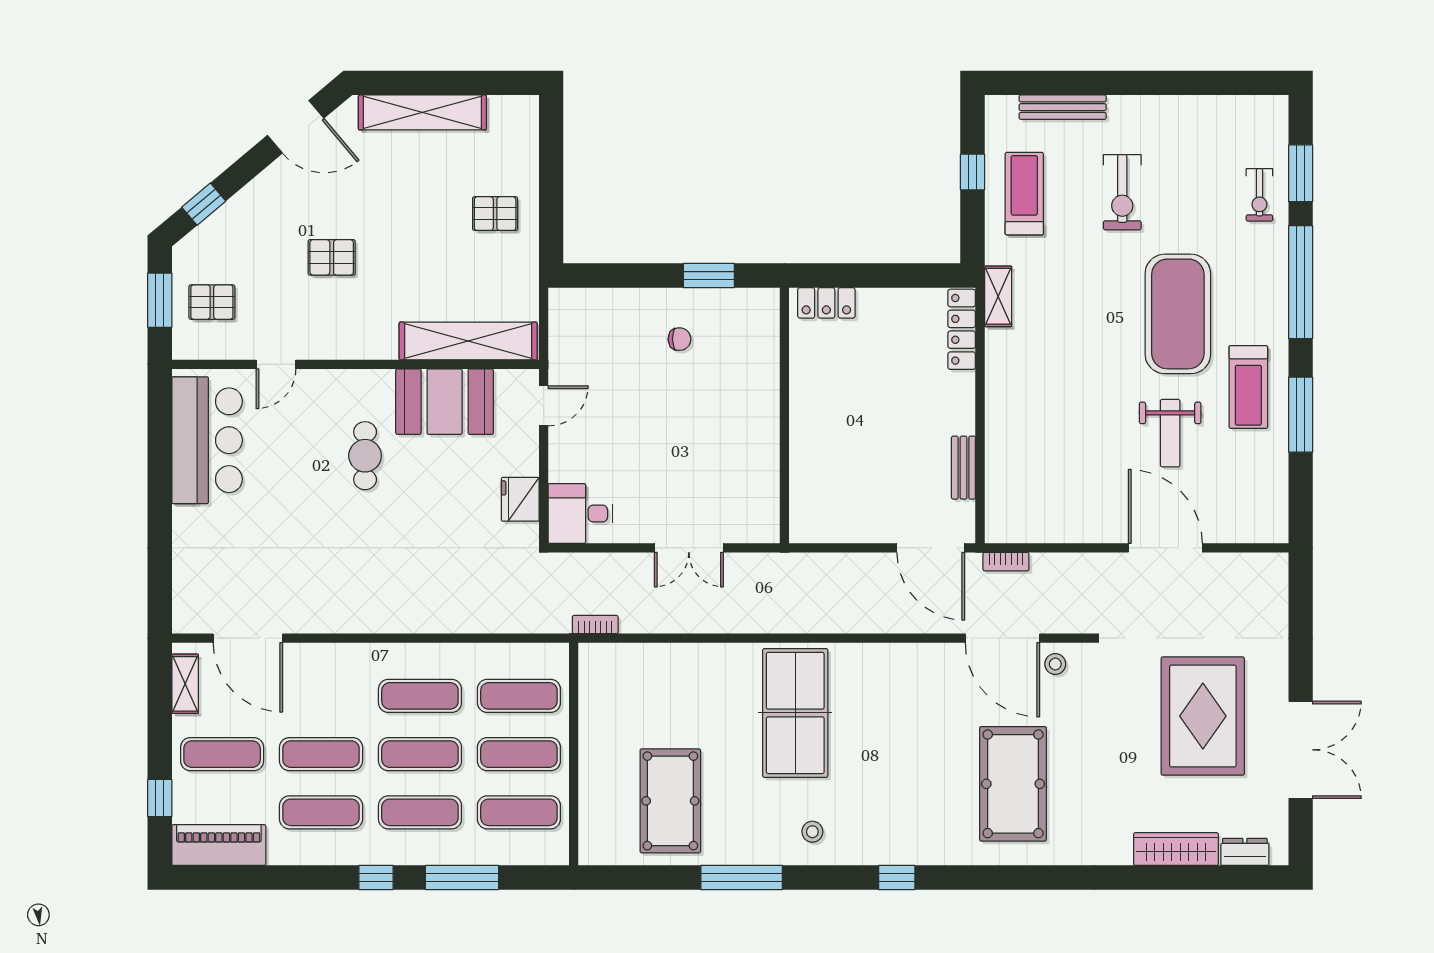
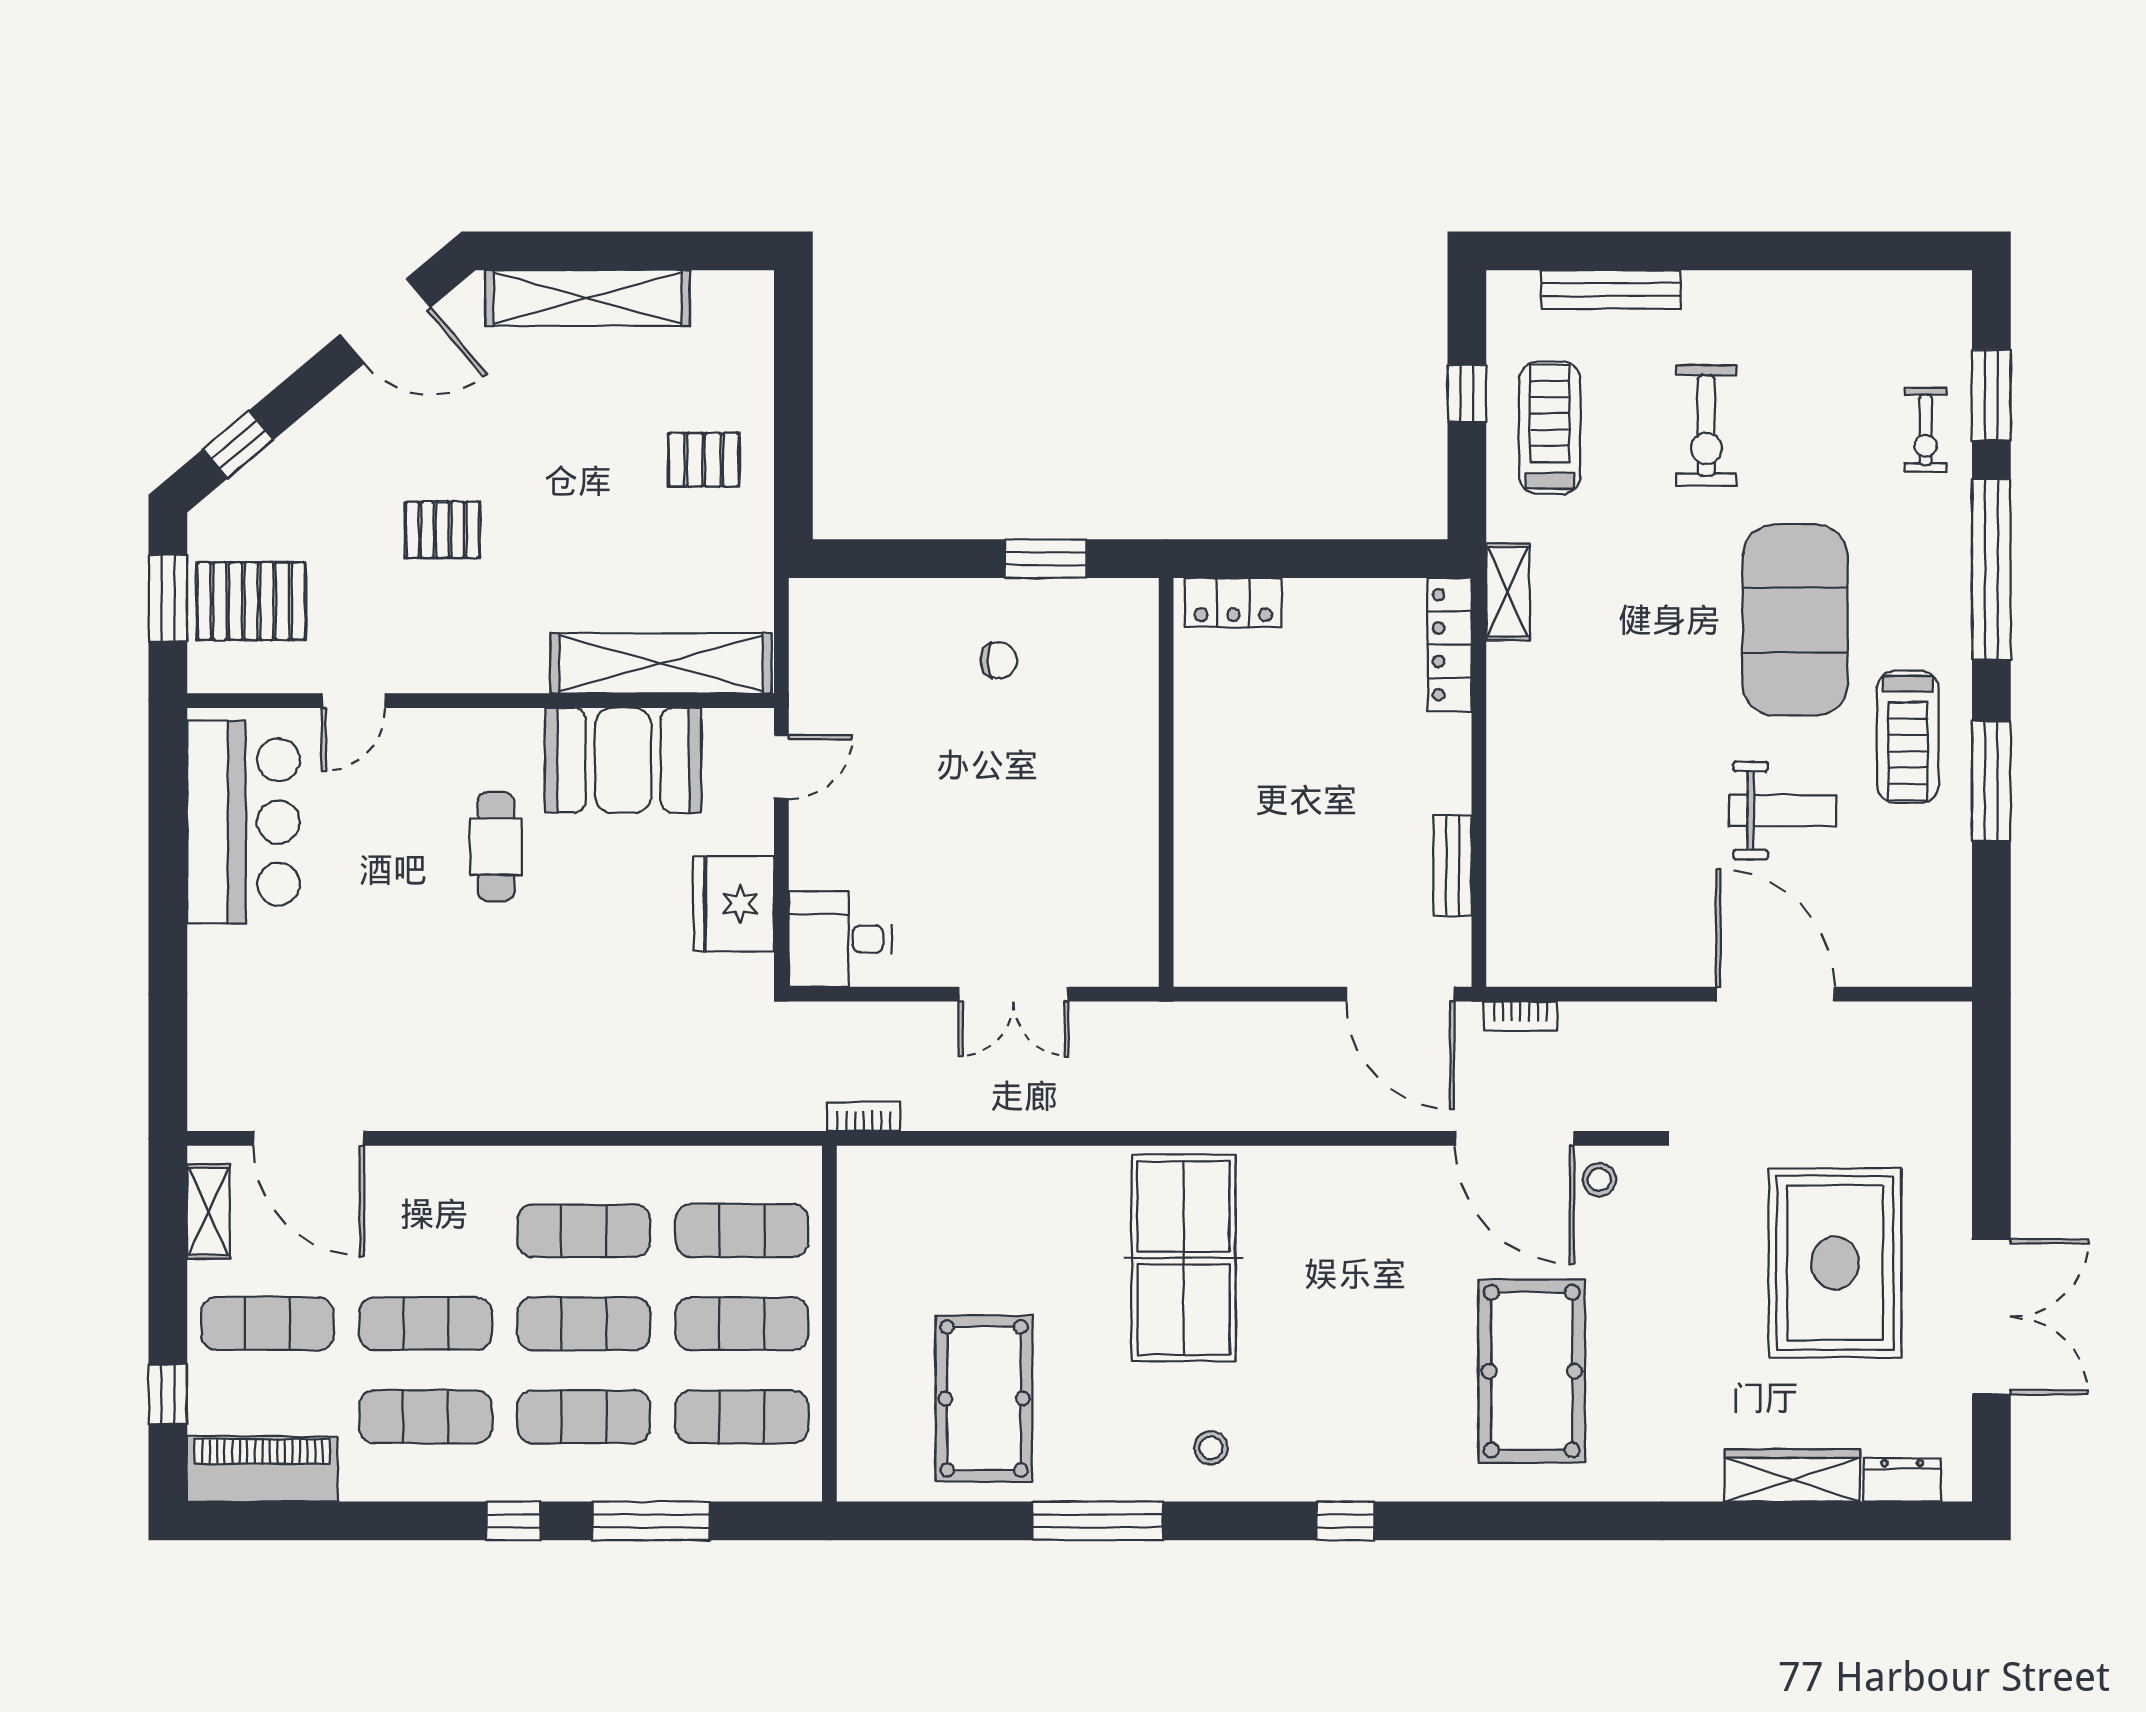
pallet: (212, 302) -> (251, 601), width x1.50, depth x1.42
weight bench: (1170, 433) -> (1783, 811), turned -90
fridge: (520, 499) -> (734, 904), width x1.36, depth x1.34

